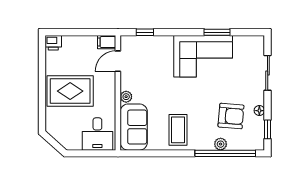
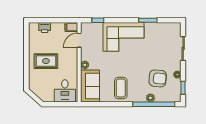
printer: (53, 43) -> (45, 27), moved
corner sofa: (203, 56) -> (123, 37), moved
rug: (70, 91) -> (46, 61), width x0.73, depth x0.70

